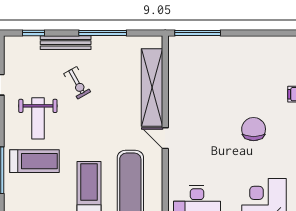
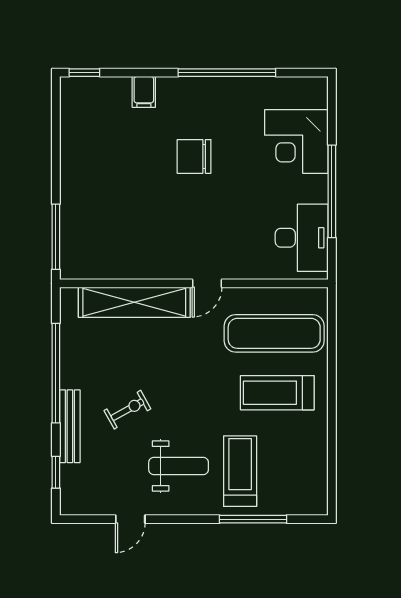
window: (103, 33) -> (56, 373), width x1.46

